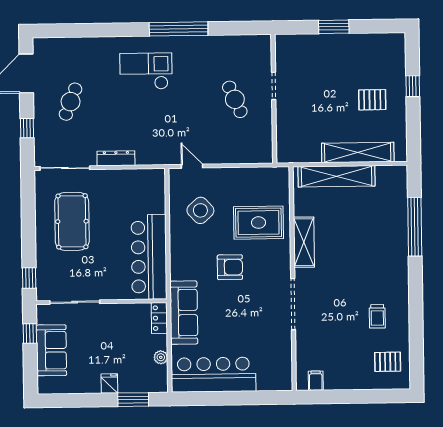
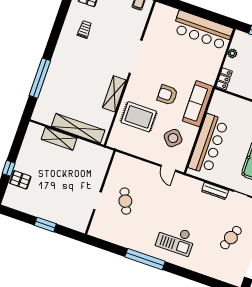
pallet: (372, 100) -> (20, 180), moved
shelving: (358, 152) -> (59, 139), width x0.68
bar counter: (149, 257) -> (208, 144), moved
sofa: (184, 313) -> (198, 104), moved

